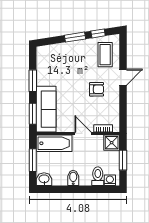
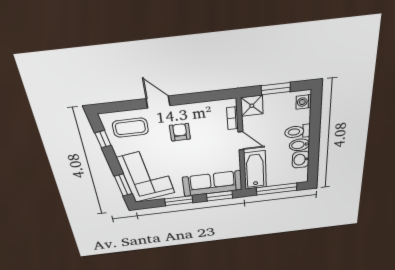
window: (75, 37) -> (123, 185), moved
corner sofa: (61, 59) -> (146, 175), added
door: (83, 133) -> (241, 141), swing flipped
window: (33, 160) -> (277, 189), width x1.44
toilet: (98, 176) -> (297, 132), moved
washbasin: (44, 179) -> (301, 160), moved

